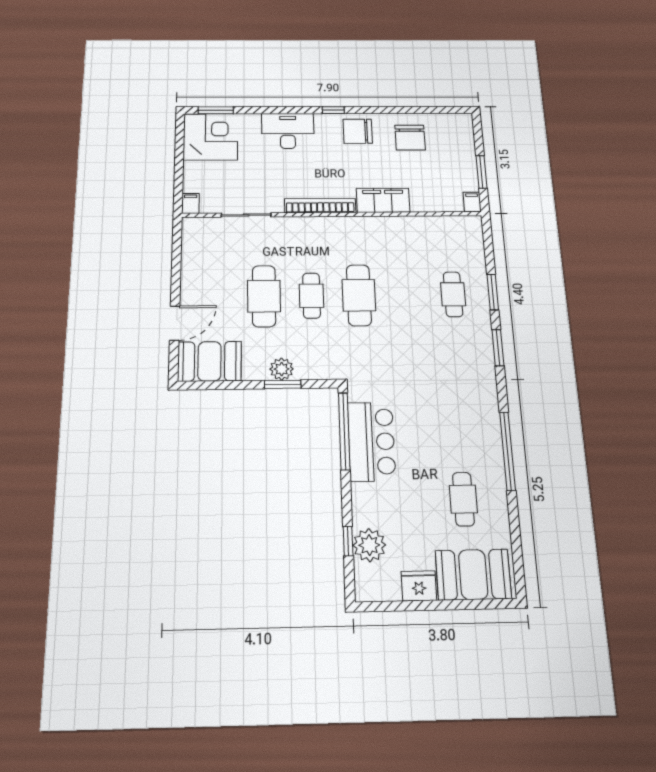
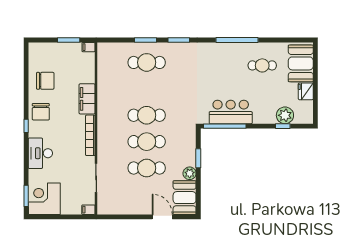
cafe table: (453, 294) -> (147, 62), width x1.37, depth x1.35
cafe table: (311, 296) -> (147, 142), width x1.37, depth x1.35
plant: (282, 369) -> (190, 173), moved

